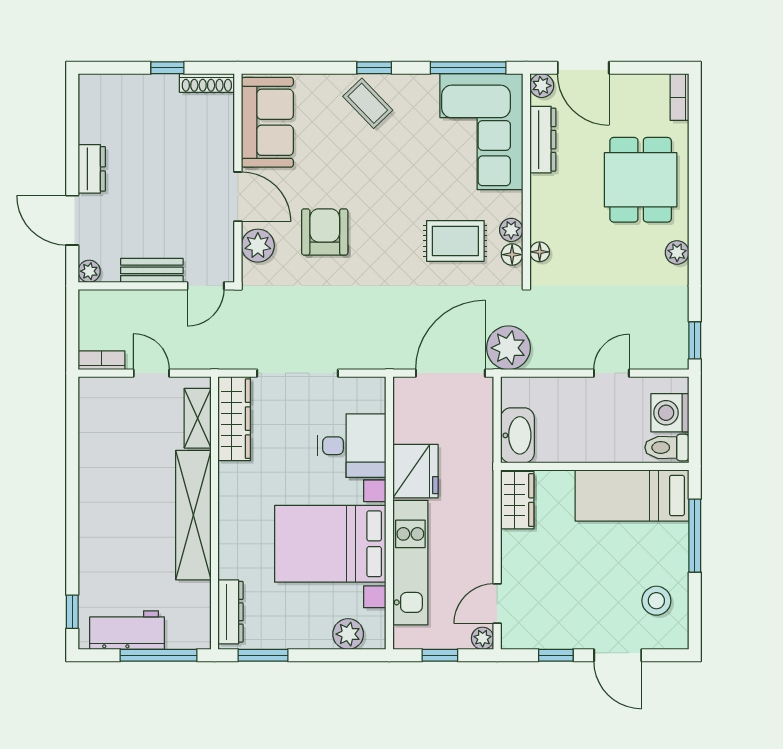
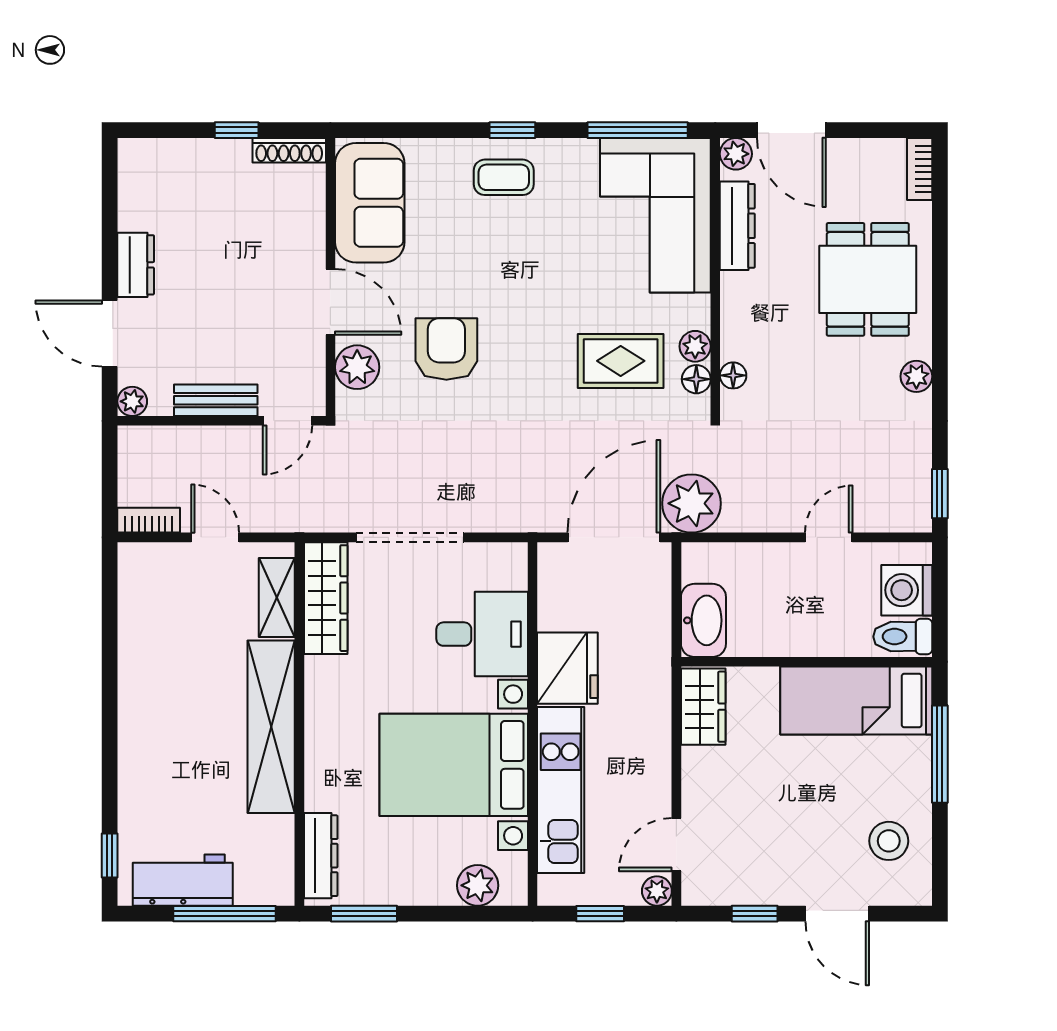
coffee table: (368, 103) -> (504, 177), turned -46

